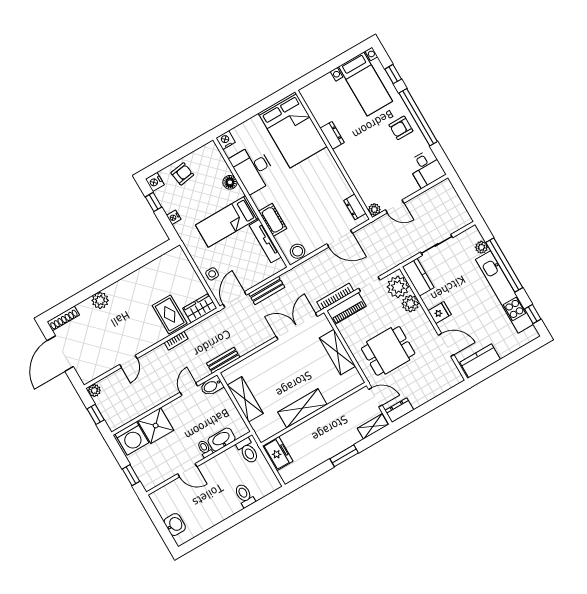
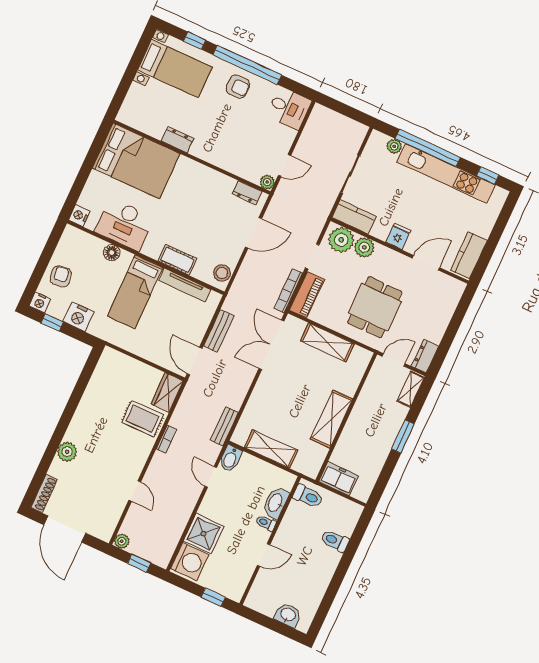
armchair: (401, 128) -> (238, 87), turned -90
nightstand: (174, 217) -> (78, 317), width x1.89, depth x1.79
side table: (212, 274) -> (156, 352), removed

